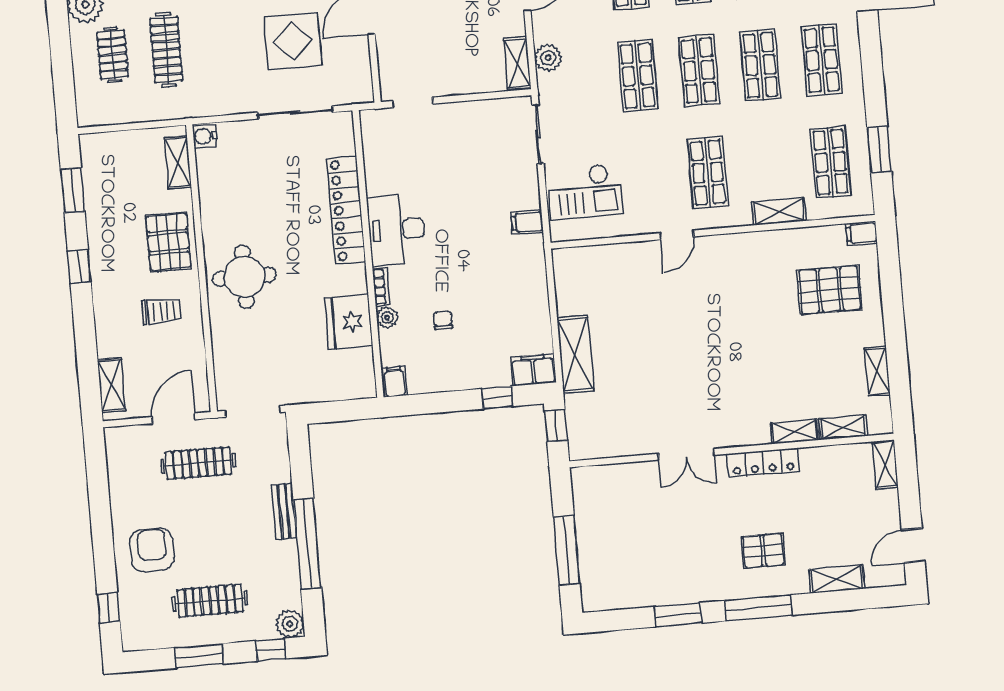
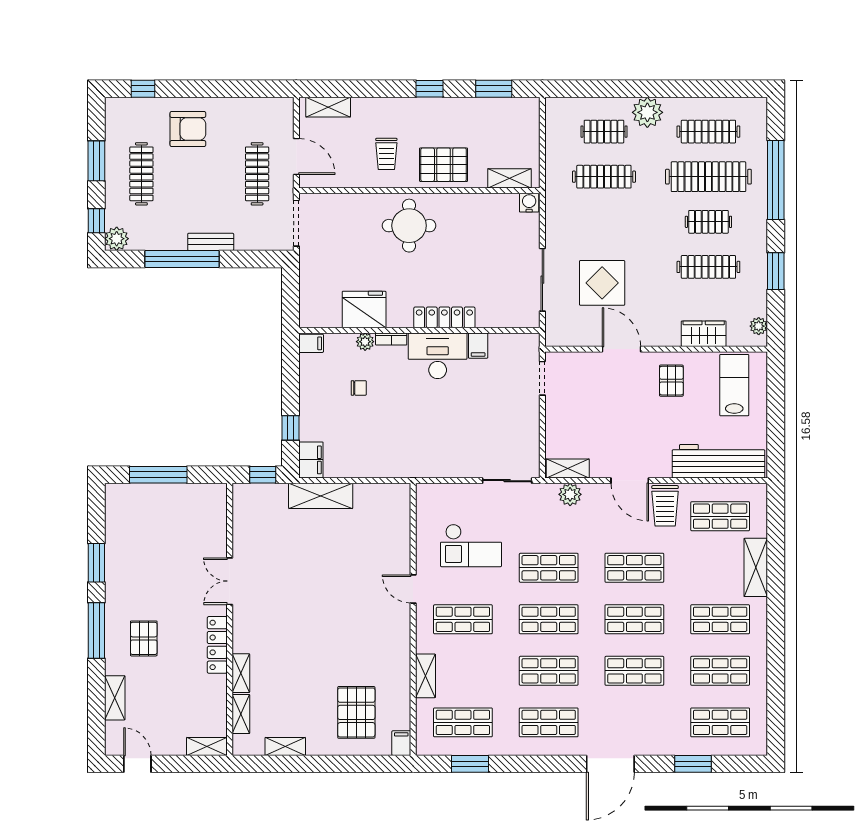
checkout: (585, 192) -> (471, 545), moved, turned -90
locker: (346, 210) -> (444, 317), width x0.71, depth x0.83
filing cabinet: (527, 222) -> (478, 346), moved, turned 180

